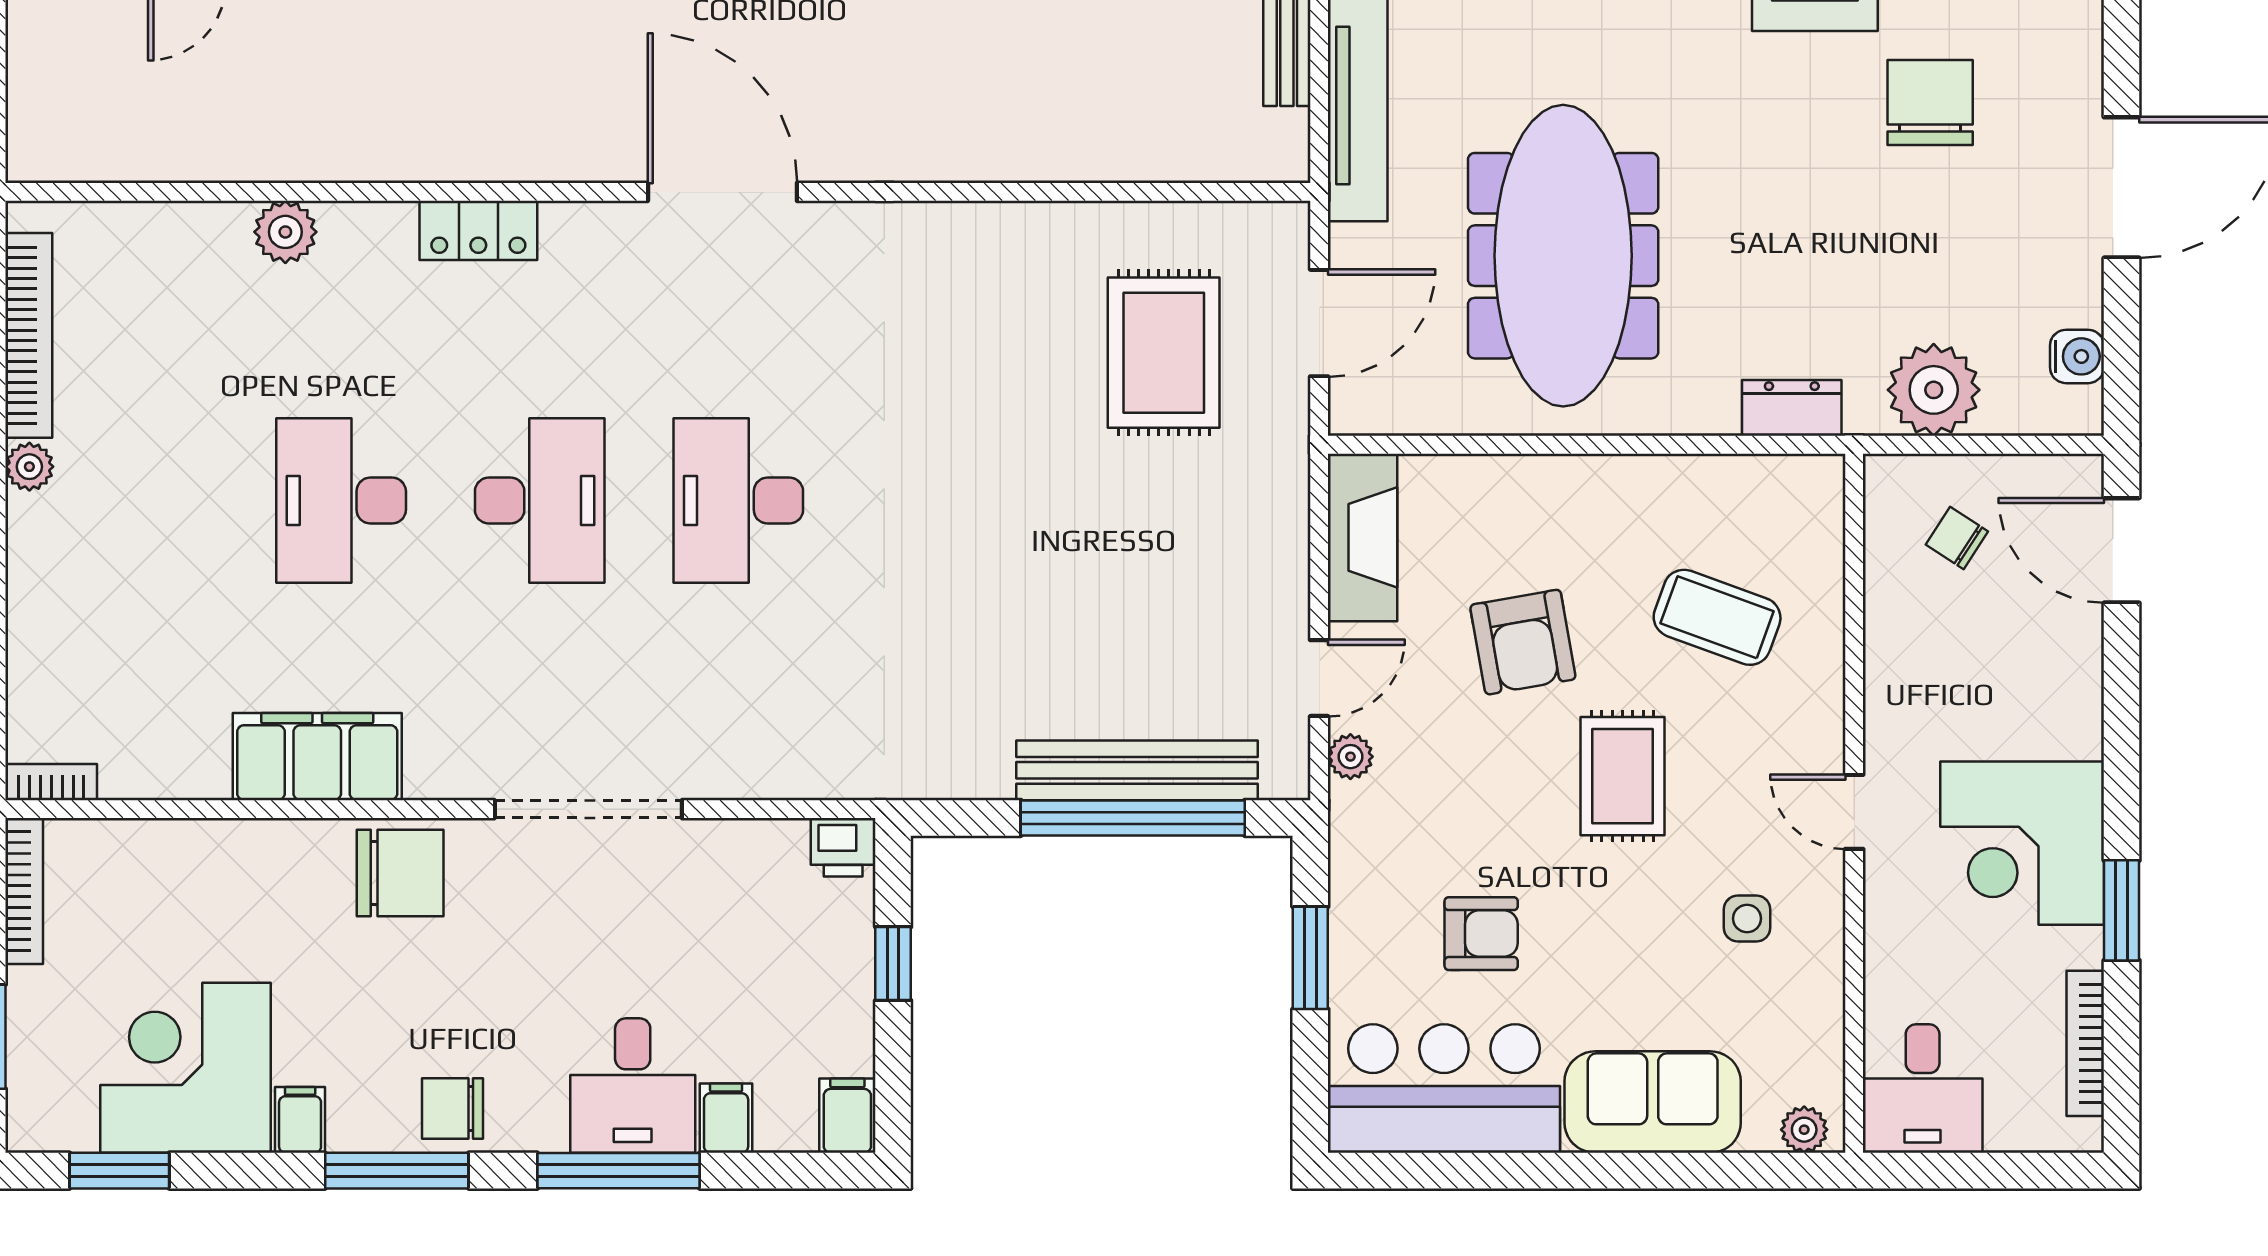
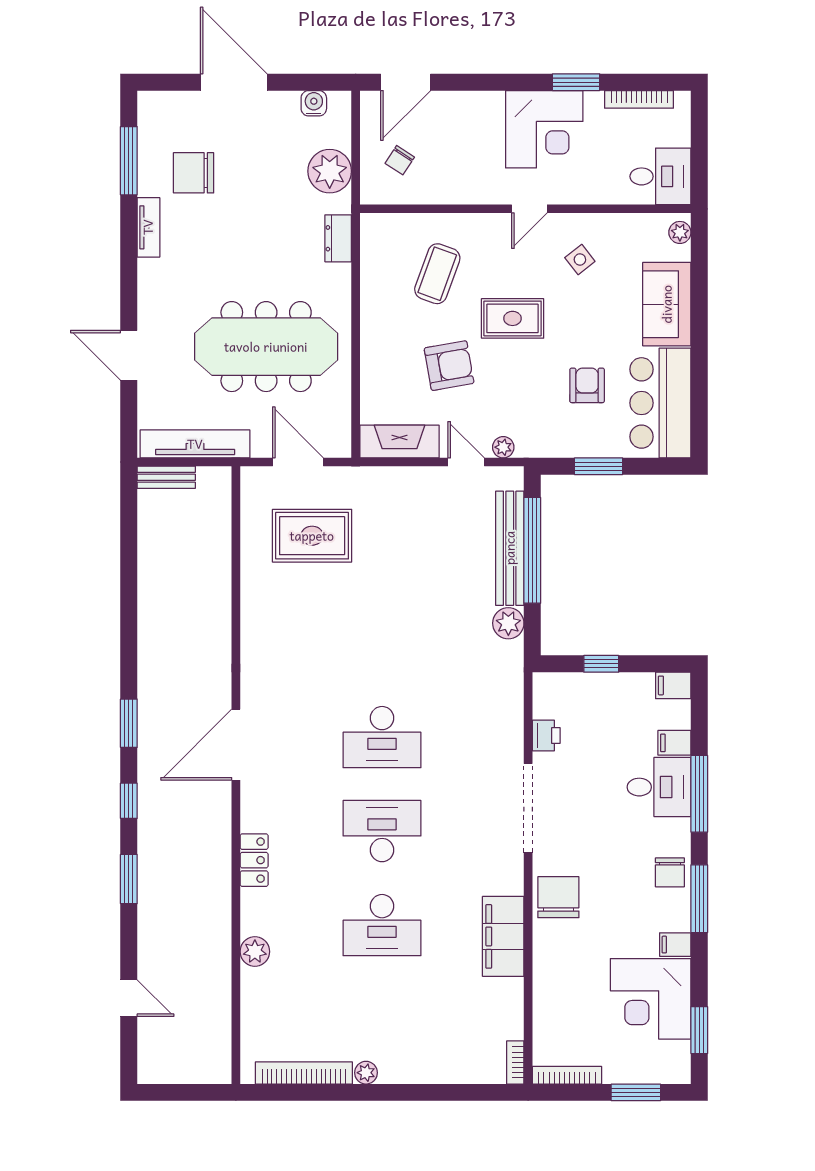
plant: (979, 767) -> (508, 623), added
printer: (843, 847) -> (546, 735), moved
side table: (1747, 919) -> (580, 259), turned -38

